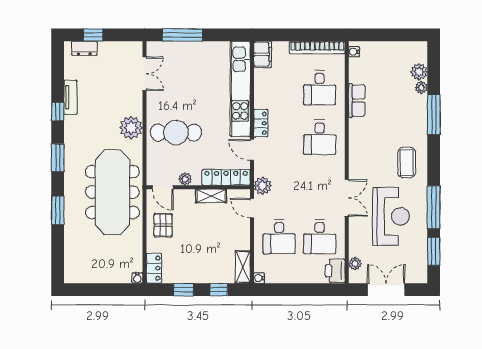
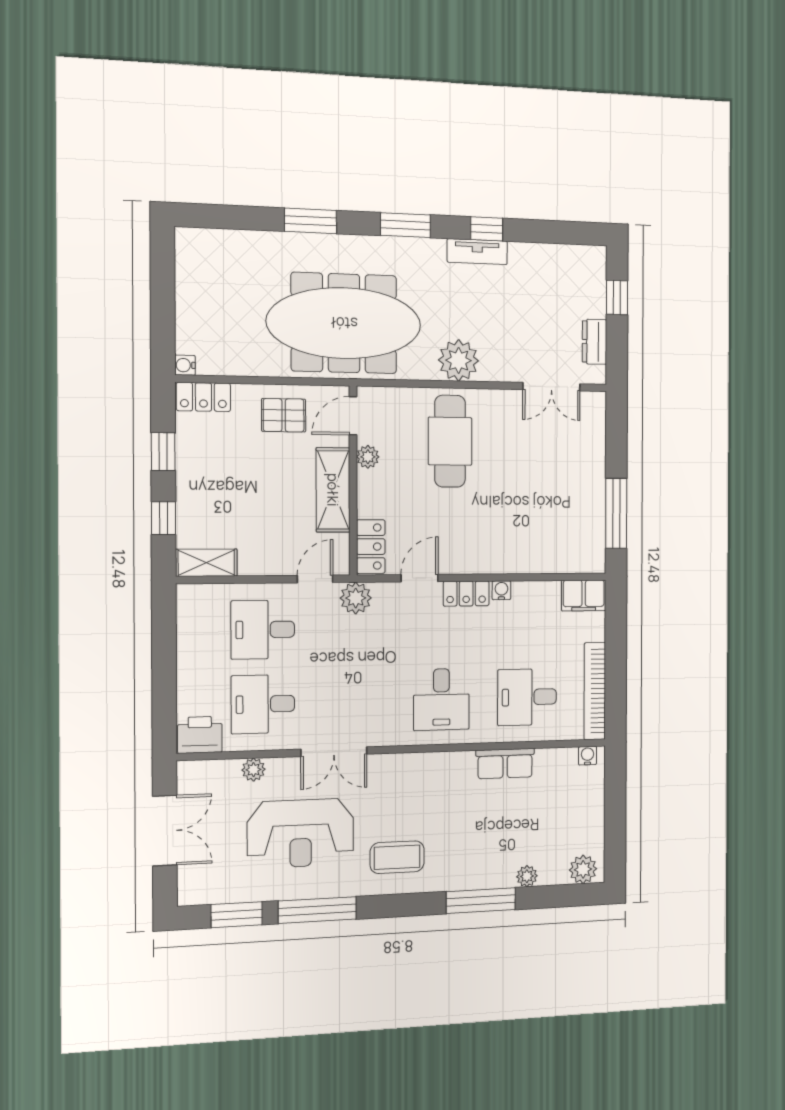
window: (182, 35) -> (616, 513), moved
dresser: (84, 48) -> (594, 342), moved
plant: (419, 72) -> (583, 869), moved
kitchen unit: (240, 89) -> (525, 556), removed
tv unit: (70, 97) -> (477, 252), moved
desk: (320, 137) -> (441, 699), turned -90
locker: (226, 177) -> (371, 547), width x0.66
shelving: (211, 196) -> (333, 490), width x1.50, depth x1.33
plant: (355, 264) -> (253, 770), moved
water cooler: (259, 278) -> (501, 590), moved

